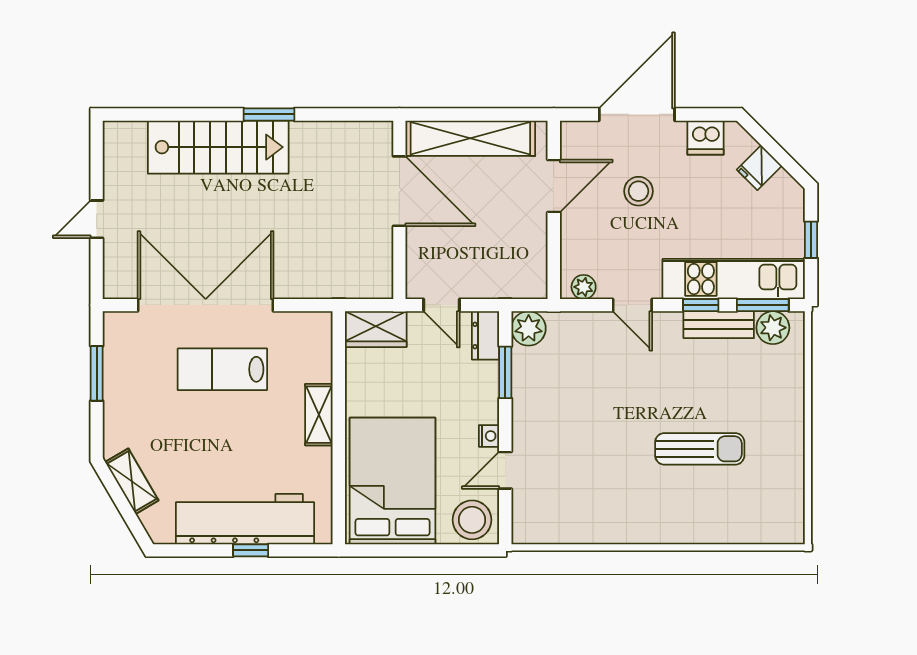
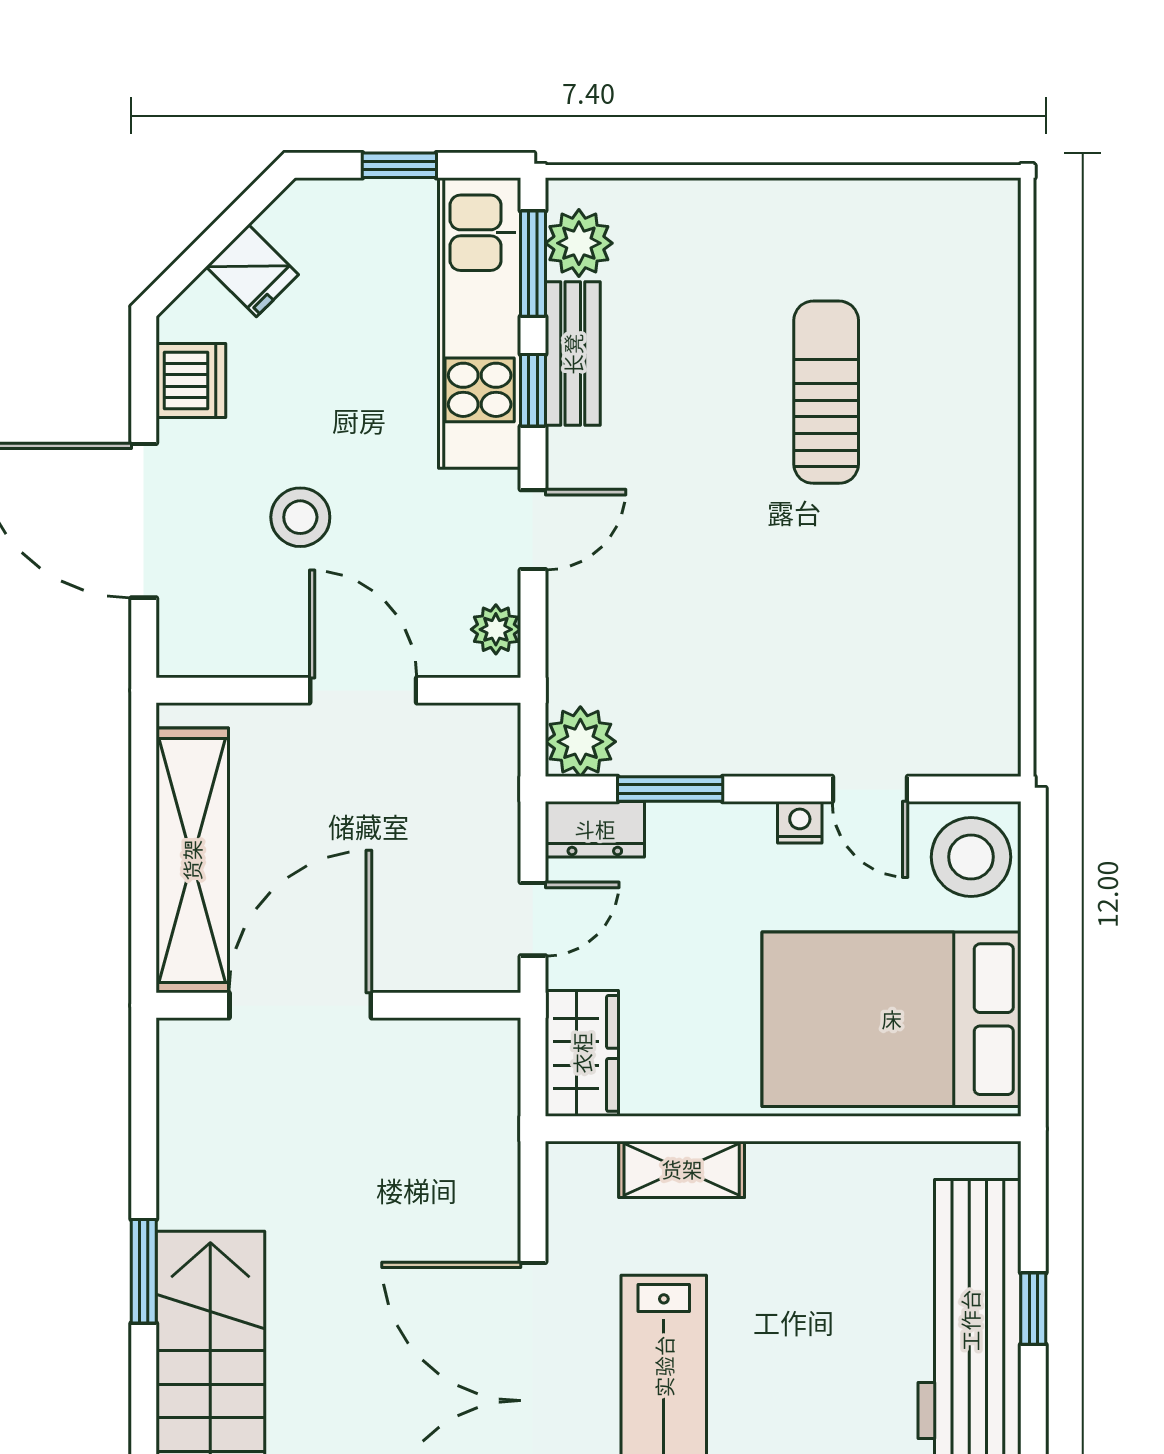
door: (554, 186) -> (363, 690), moved
shelving: (319, 415) -> (682, 1169), moved

